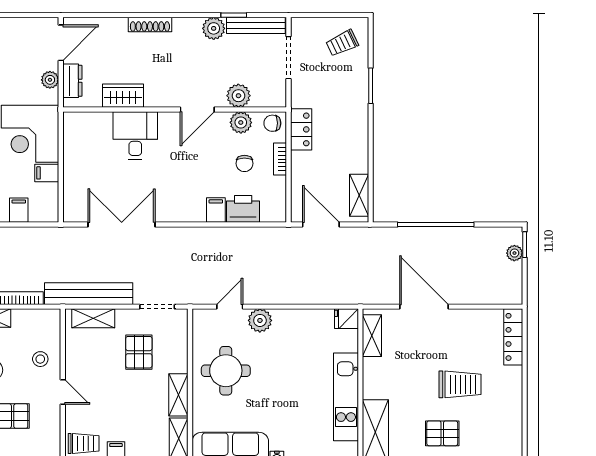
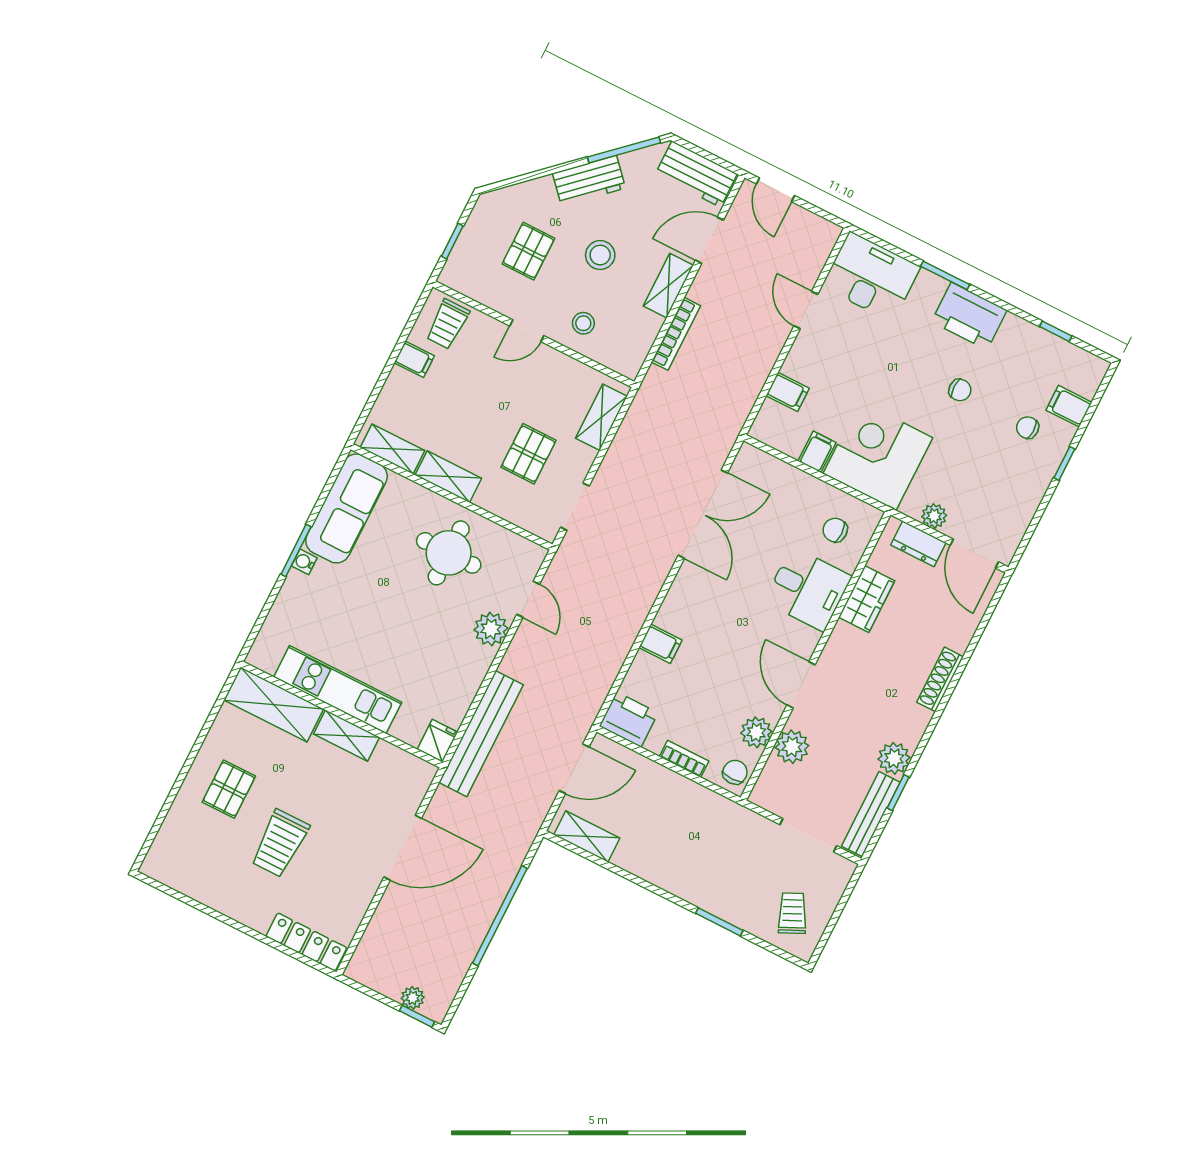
locker: (301, 129) -> (708, 805), removed
chair: (244, 163) -> (835, 530), moved
printer: (243, 209) -> (629, 719), moved, turned -90
bench: (89, 294) -> (481, 734), moved
shelving: (372, 336) -> (347, 736), moved
pallet: (139, 352) -> (528, 454), turned 90

